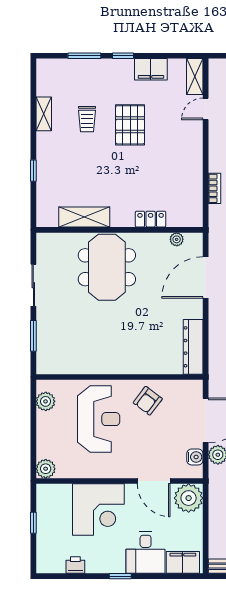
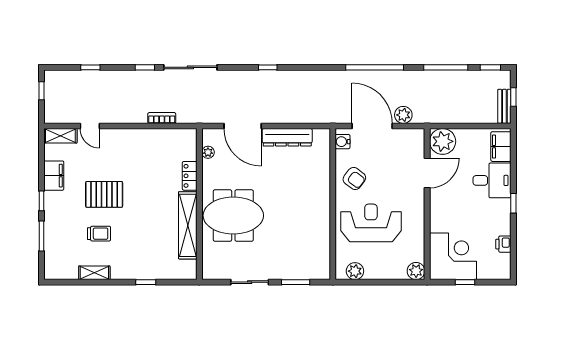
shelving: (84, 217) -> (188, 225), width x1.47
dresser: (193, 347) -> (287, 137), moved
water cooler: (195, 457) -> (343, 142), moved, turned -90
corner desk: (98, 510) -> (453, 256), moved

